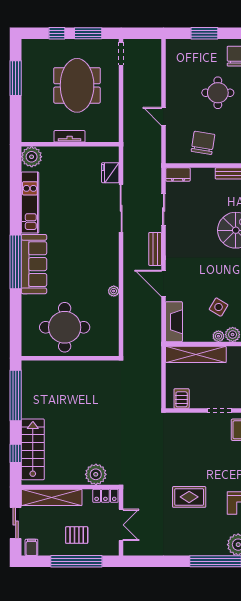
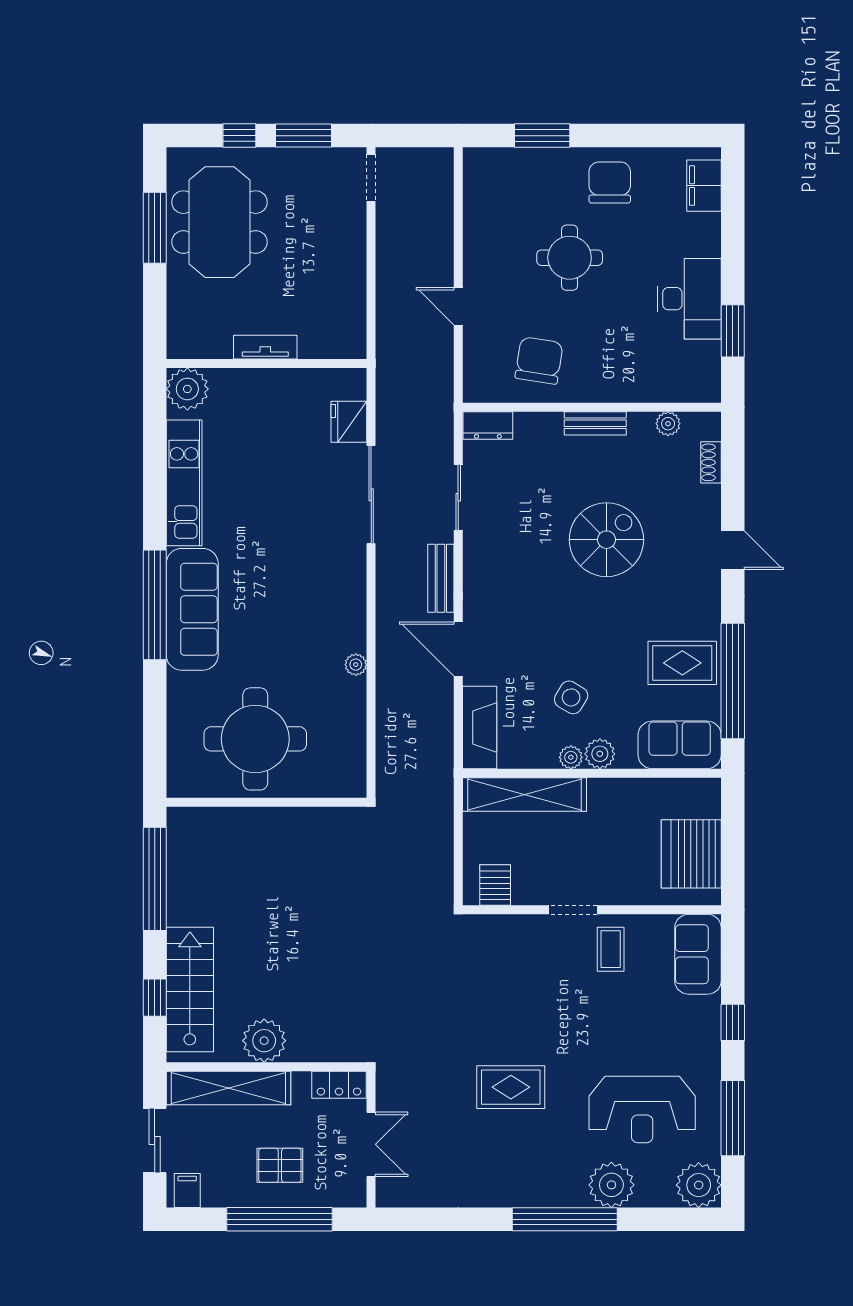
meeting table: (77, 85) -> (219, 222), moved
plant: (96, 474) -> (264, 1041), moved

